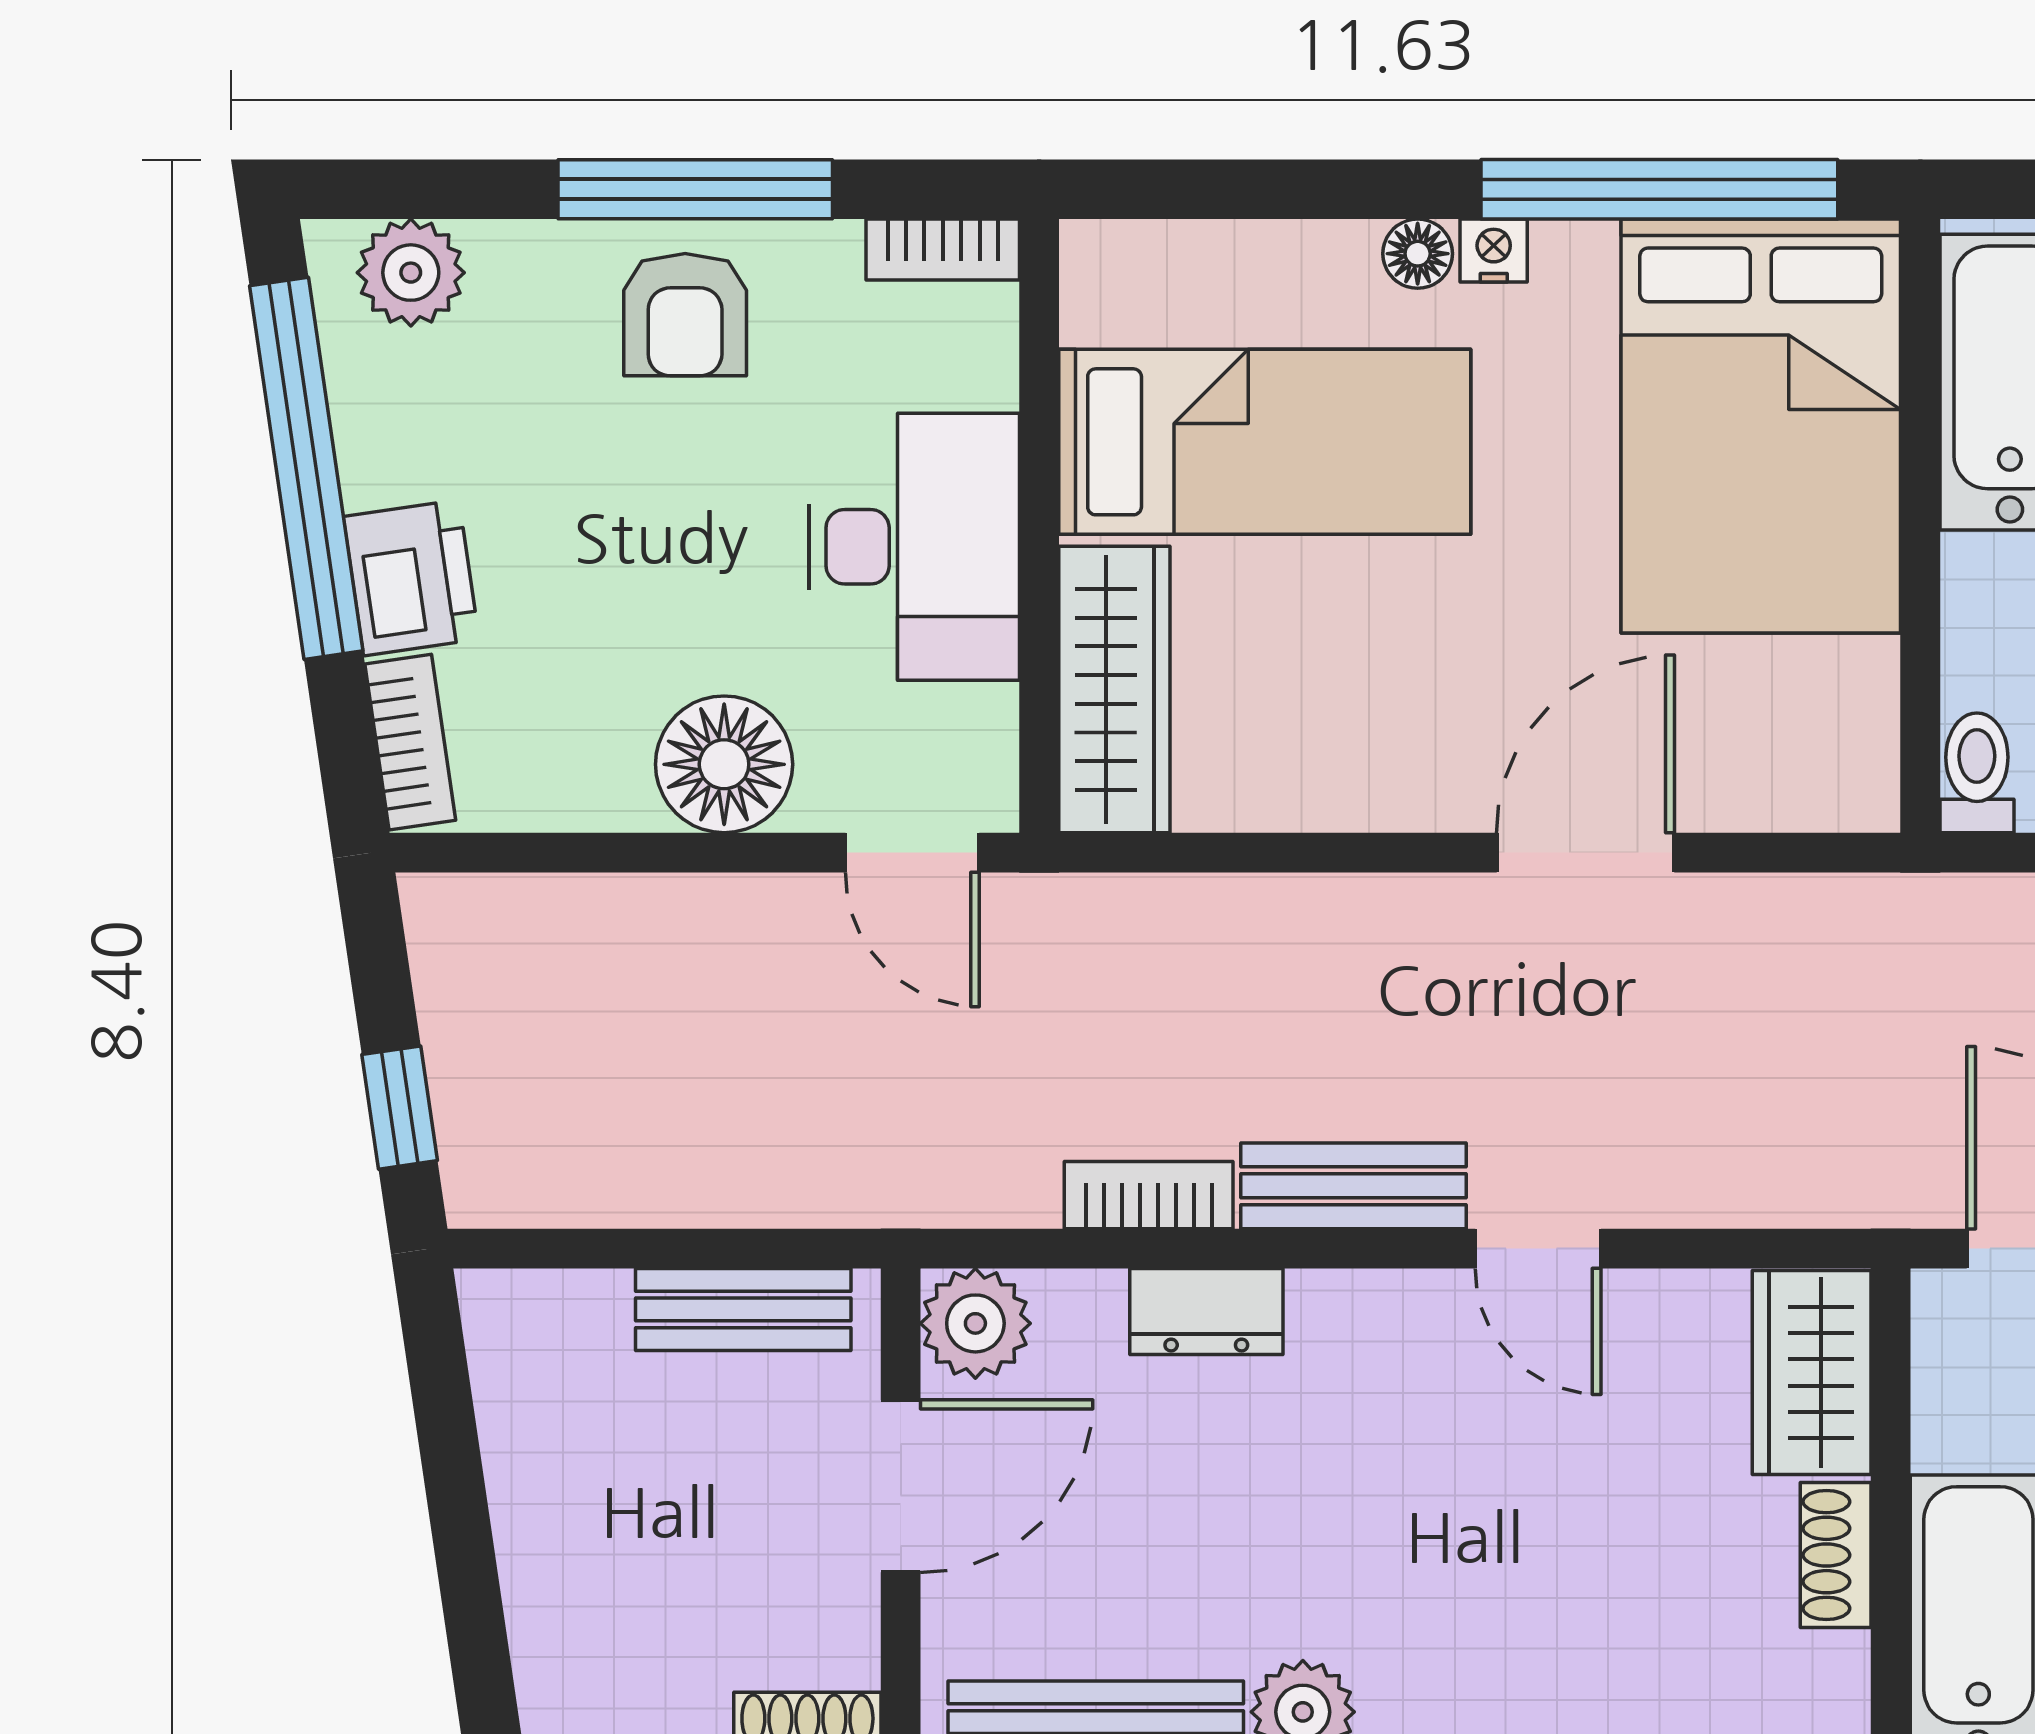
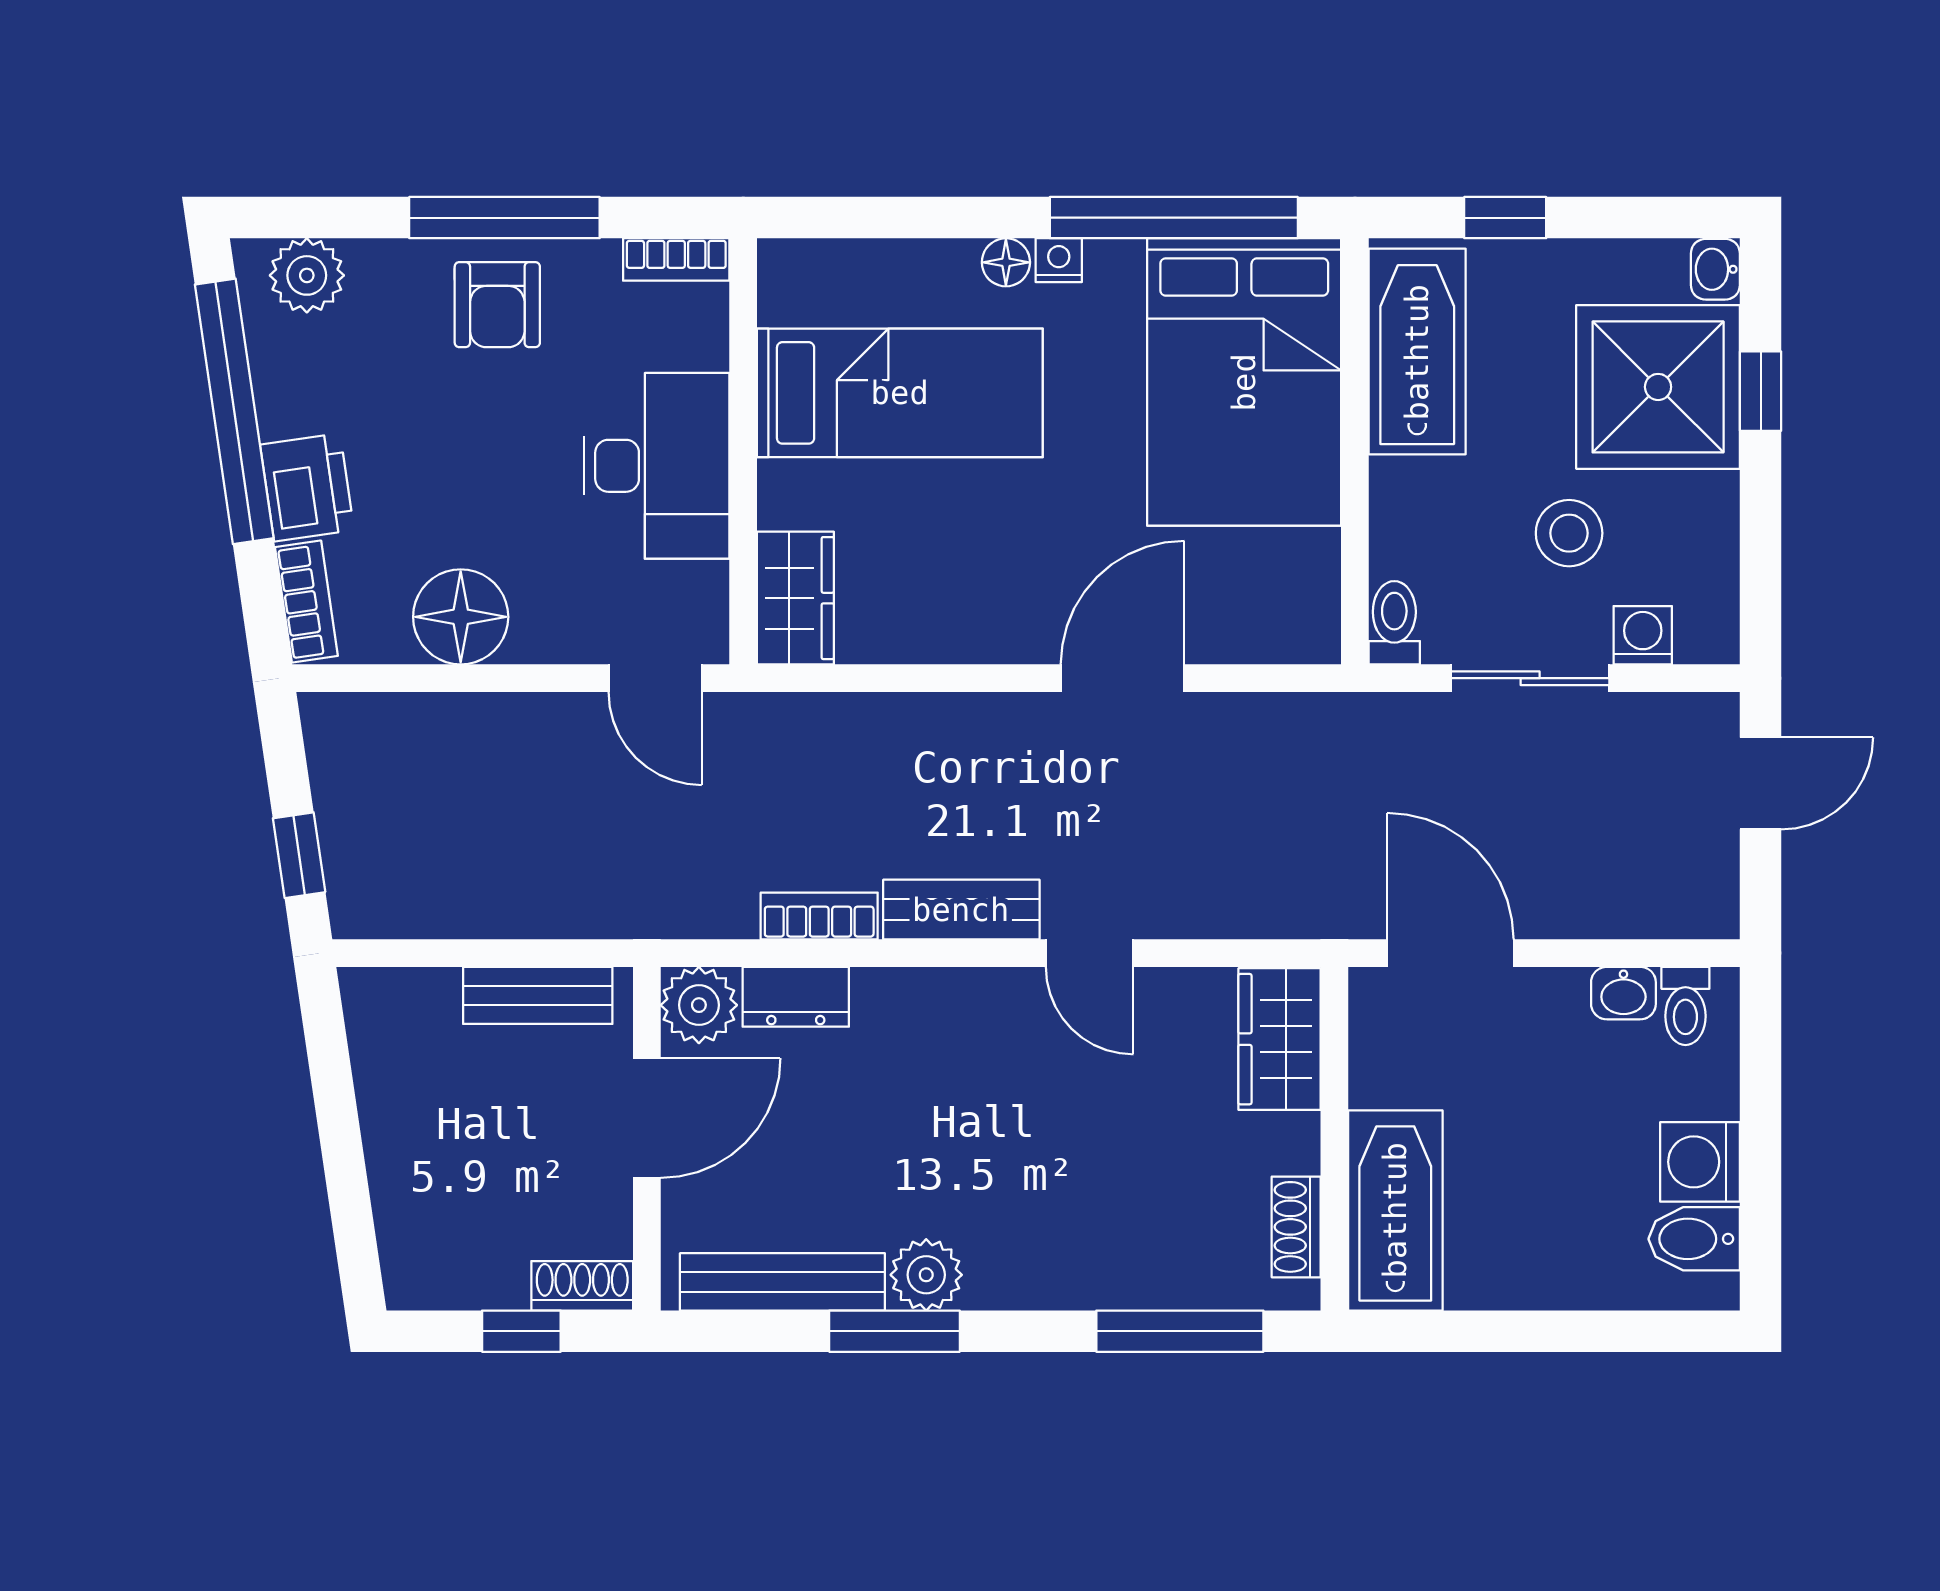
wardrobe: (1114, 689) -> (795, 598), width x0.67
floor lamp: (724, 764) -> (461, 617), moved
dresser: (1206, 1311) -> (796, 997), moved
shoe rack: (1836, 1555) -> (1296, 1227), moved

